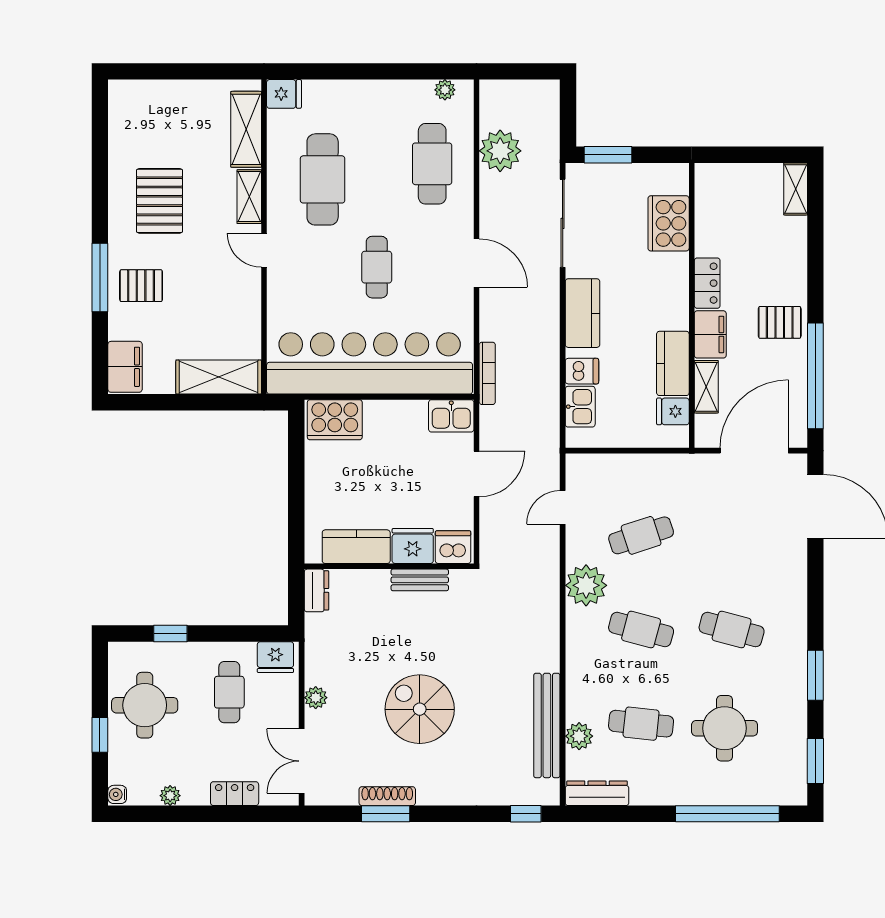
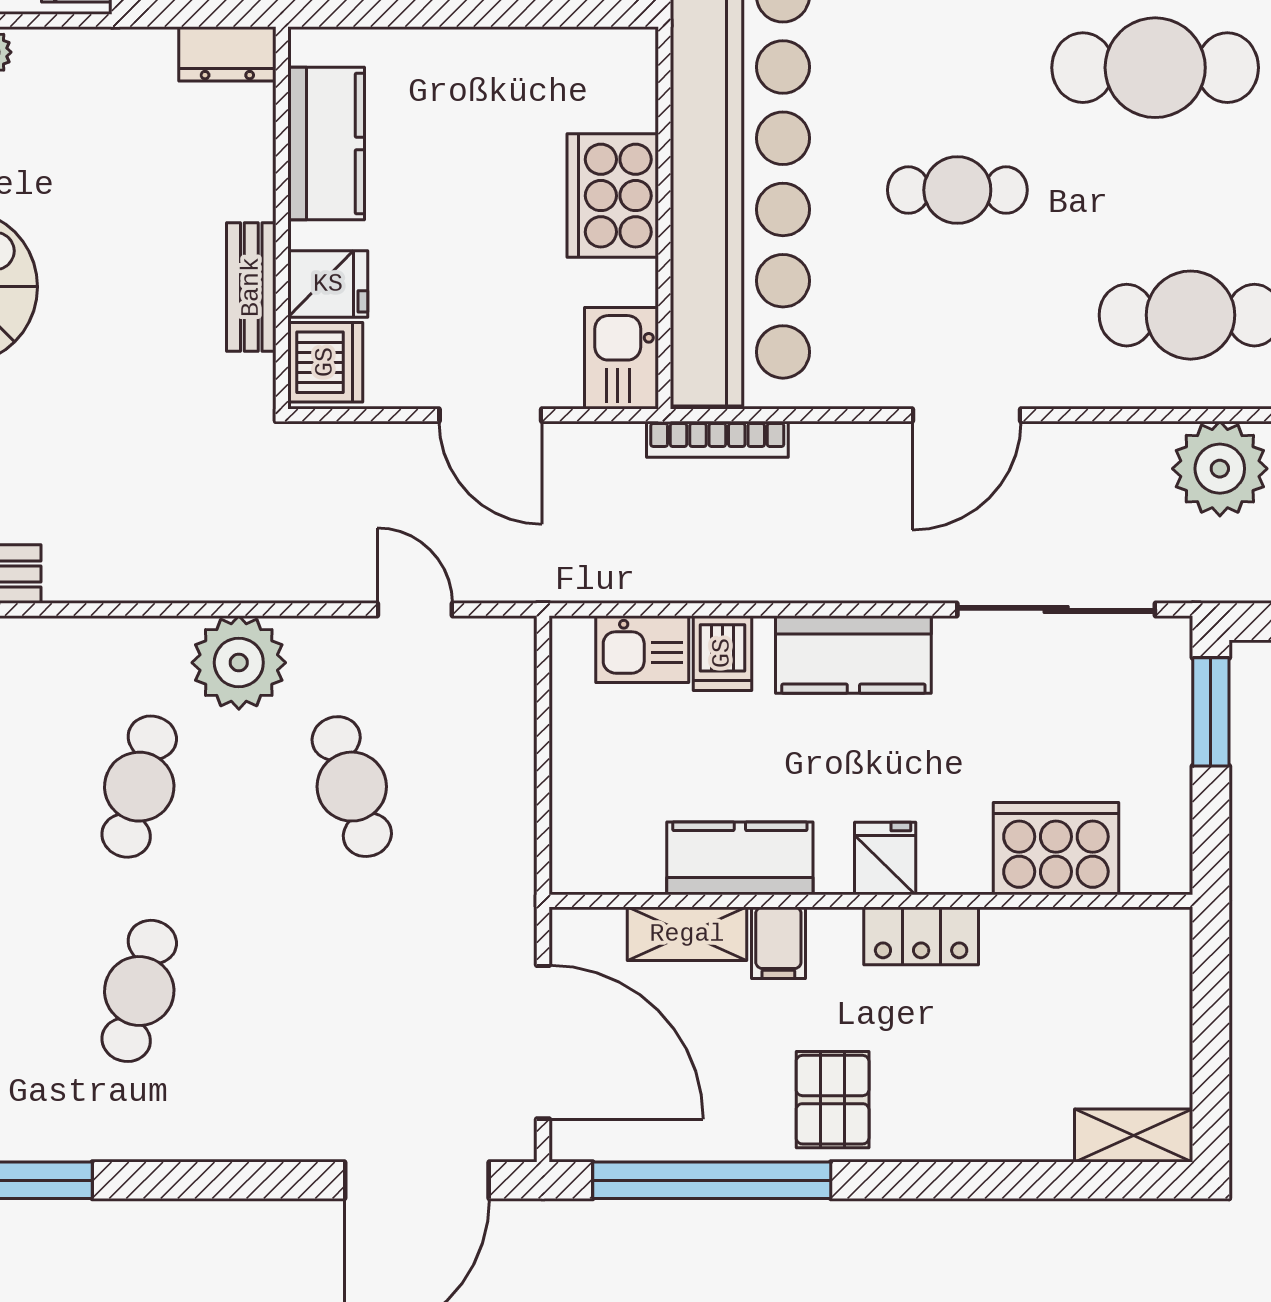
filing cabinet: (710, 334) -> (778, 943), width x0.50
fridge: (673, 411) -> (885, 858), moved
cooker: (335, 420) -> (613, 196), moved
fridge: (413, 546) -> (328, 284), width x0.72

